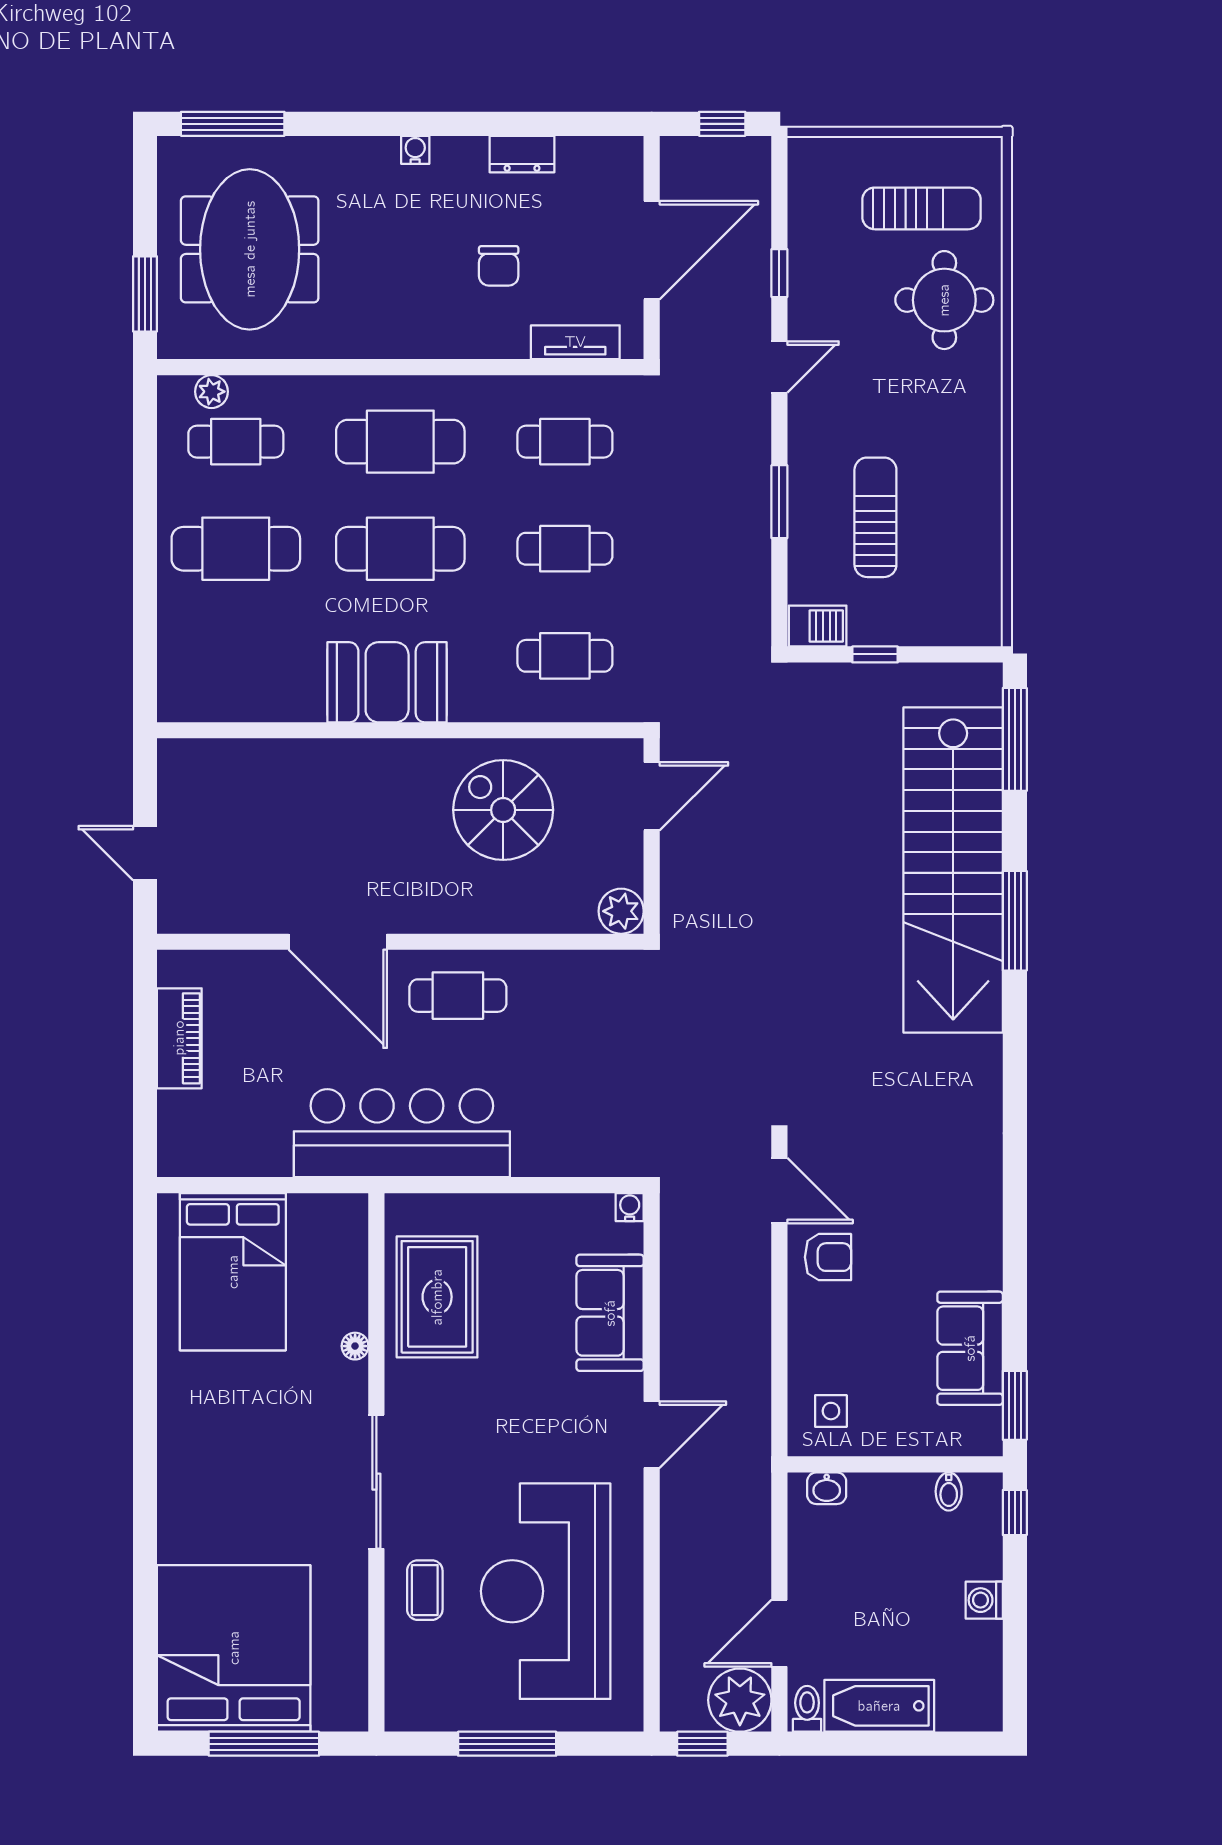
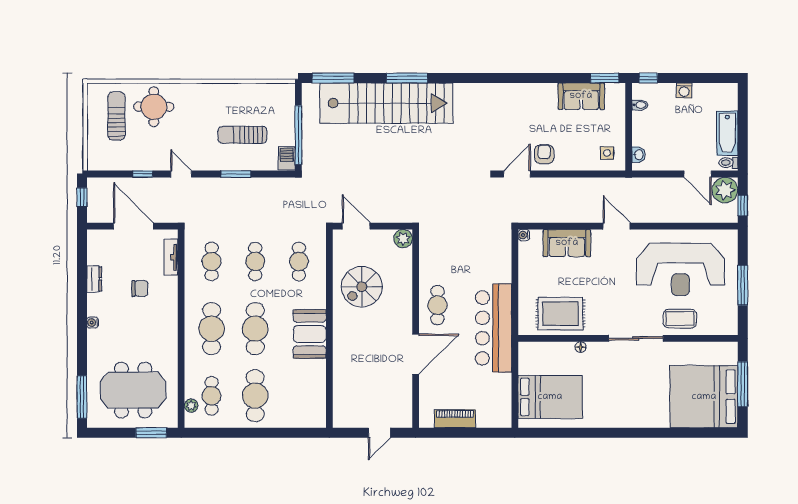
window: (875, 654) -> (298, 135), width x3.17
coffee table: (425, 1590) -> (680, 319), width x1.36, depth x1.30

